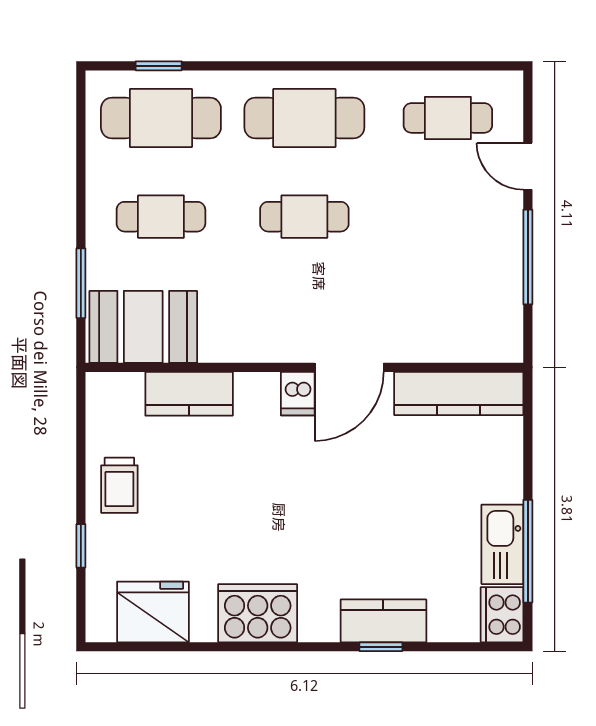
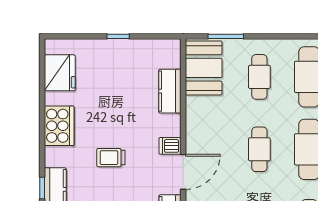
door: (349, 367) -> (183, 172), swing flipped
trolley: (119, 485) -> (111, 158), moved
window: (81, 546) -> (118, 36), moved

